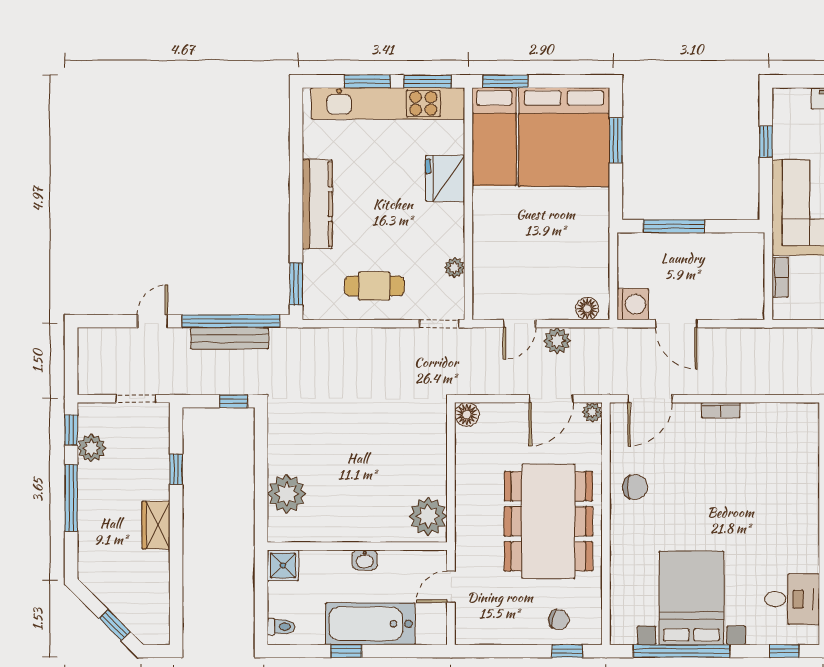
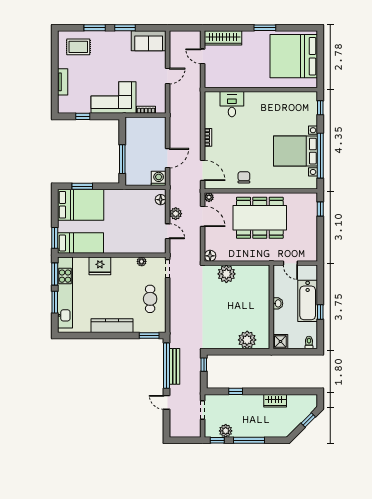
bed: (564, 137) -> (81, 205), width x0.73
plant: (428, 516) -> (226, 274), moved
wardrobe: (156, 525) -> (275, 401), moved
desk: (792, 599) -> (232, 104), moved
chair: (559, 620) -> (306, 213), removed

